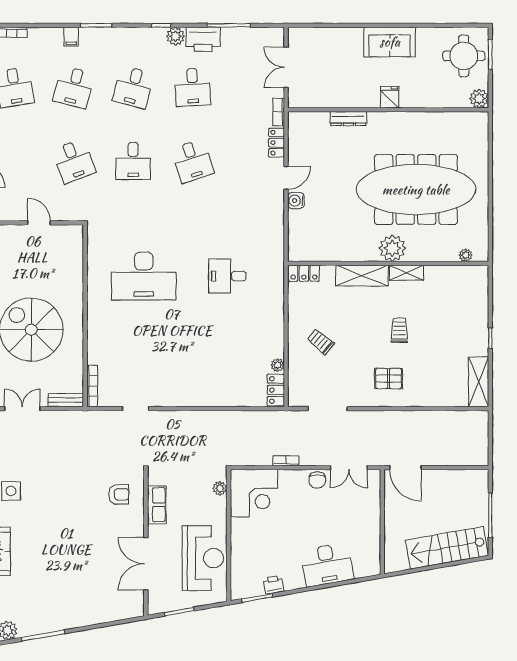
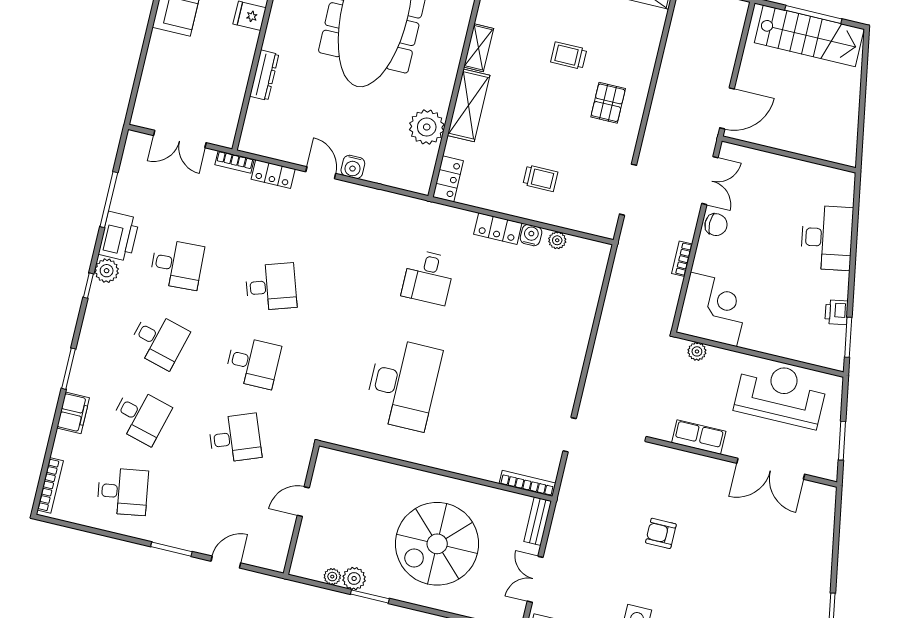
filing cabinet: (71, 37) -> (73, 413), width x2.00
plant: (392, 248) -> (427, 127), moved
trolley: (399, 330) -> (569, 56), moved
trolley: (321, 342) -> (540, 178), turned -130
water cooler: (277, 345) -> (531, 235), added
locker: (276, 390) -> (498, 229), moved
armchair: (119, 494) -> (661, 533), moved, turned -90
stairs: (447, 548) -> (809, 36), moved, turned -80

